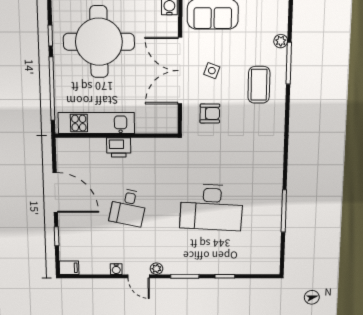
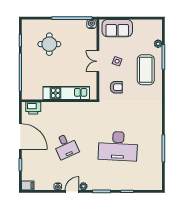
round table: (99, 42) -> (49, 44), width x0.54, depth x0.54
double door: (180, 71) -> (98, 61), width x0.54
coffee table: (259, 85) -> (146, 70), width x1.36, depth x1.32
kitchen unit: (96, 123) -> (66, 93), moved
printer: (119, 147) -> (33, 108), moved
desk: (128, 207) -> (66, 146), turned -36
door: (139, 276) -> (72, 191), swing flipped

